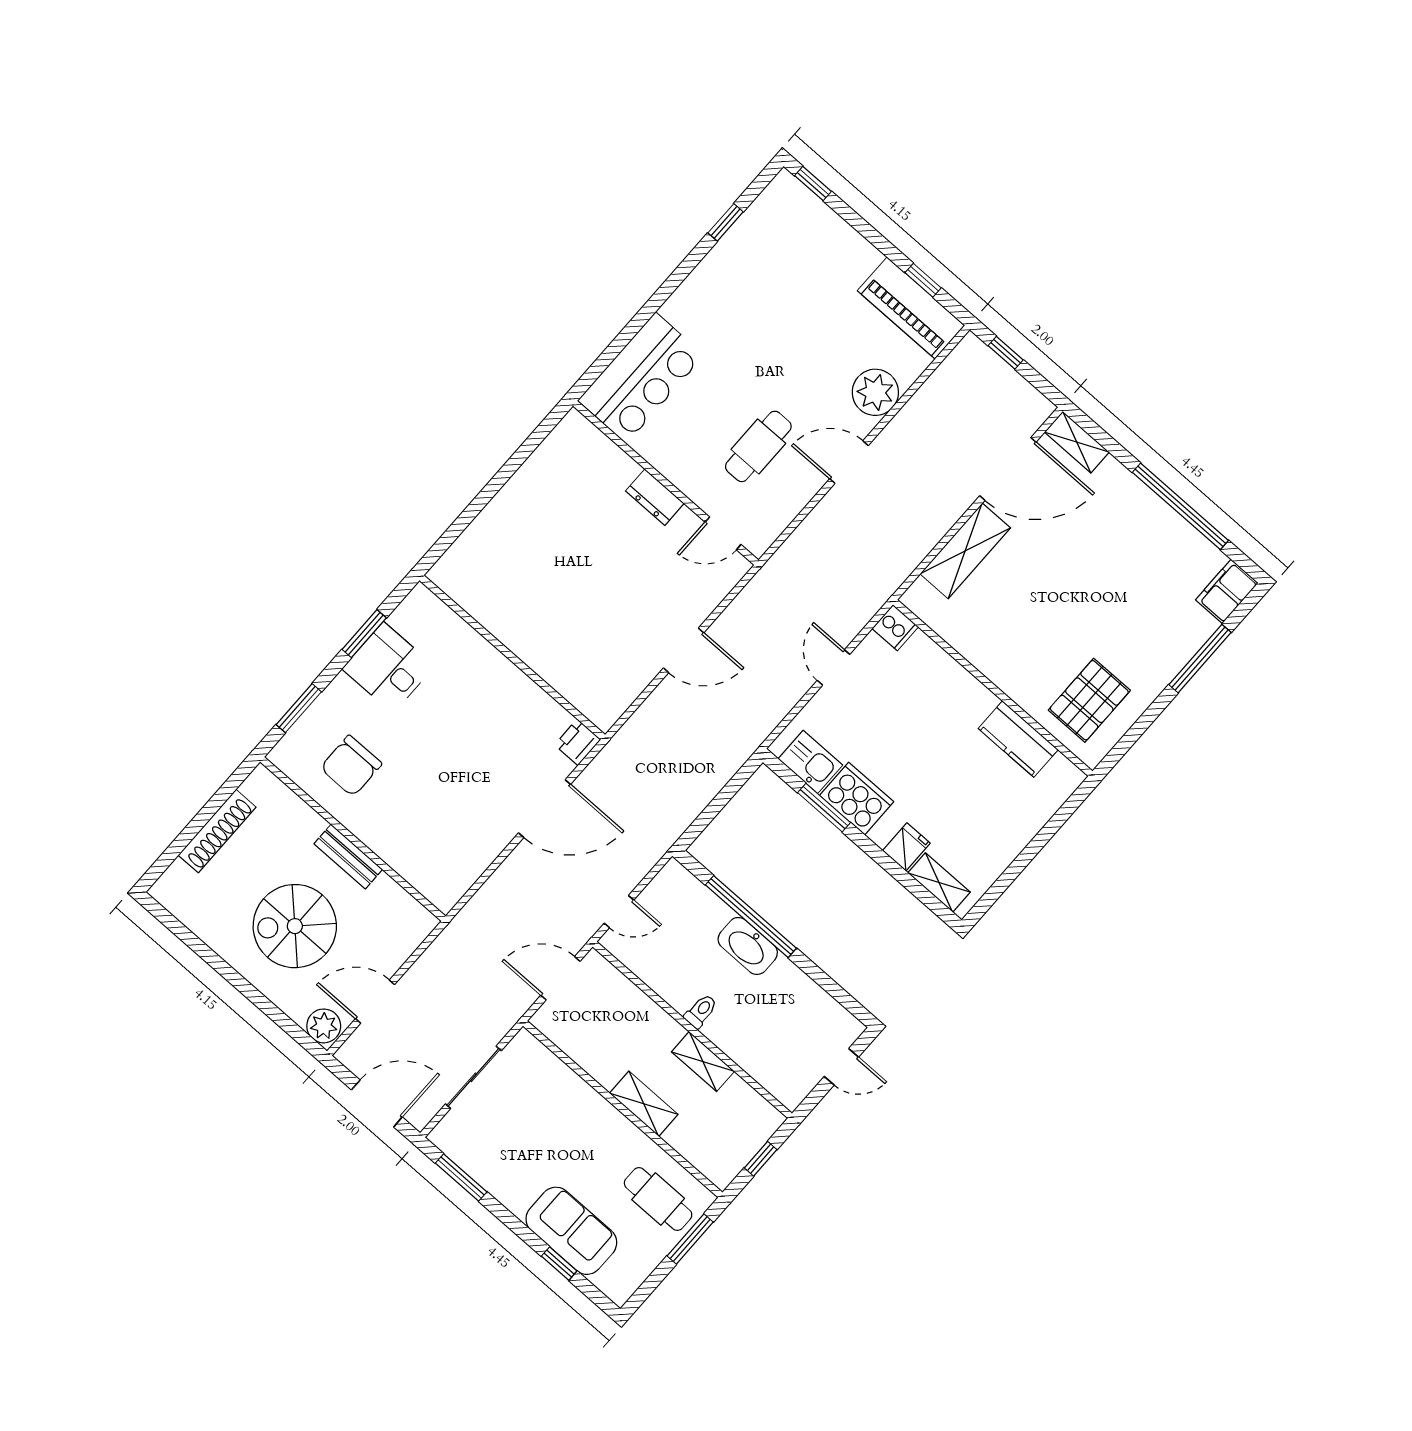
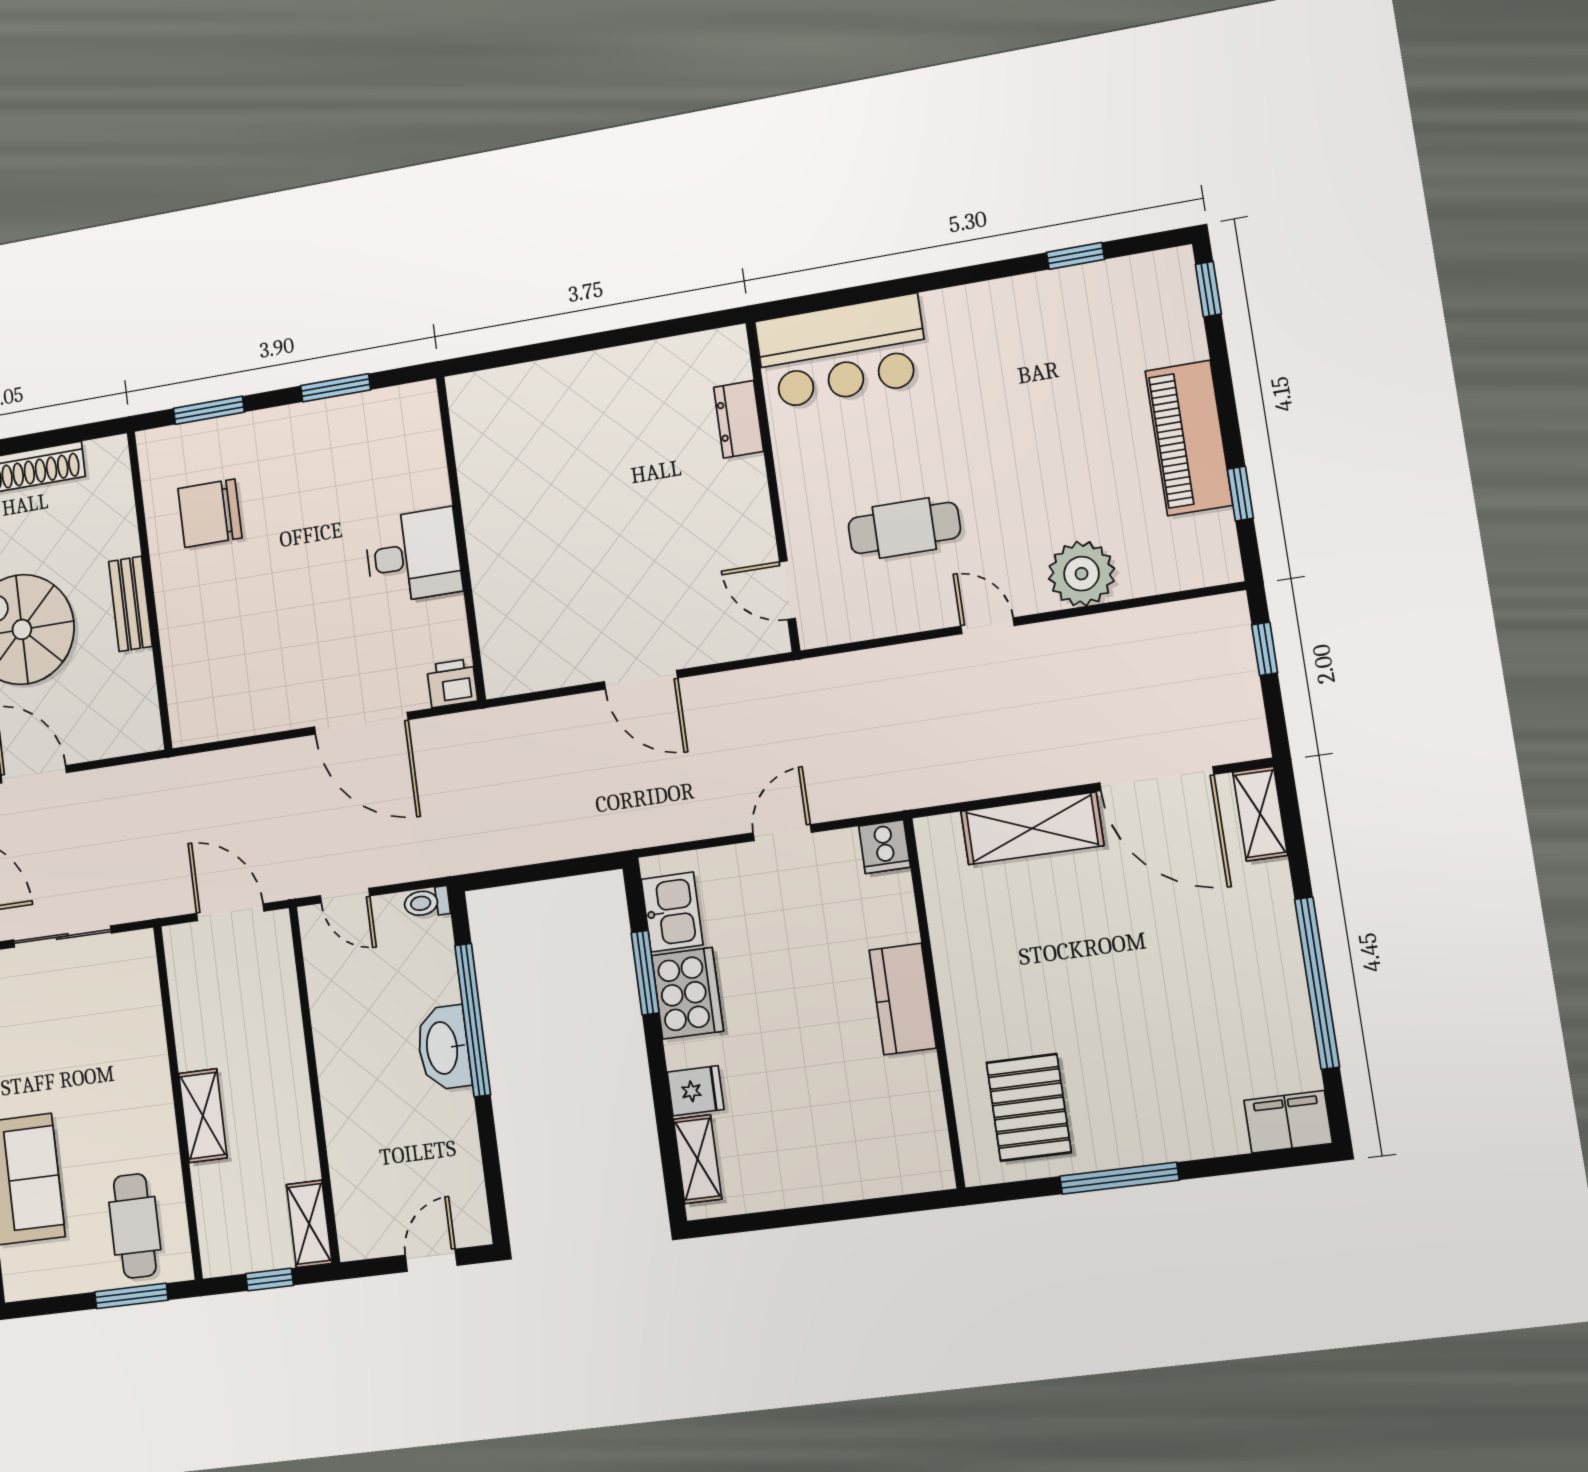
piano: (911, 308) -> (1189, 438), moved
door: (849, 462) -> (988, 626), width x0.73
dresser: (655, 497) -> (739, 419), moved
window: (1200, 659) -> (1119, 1178), moved
desk: (388, 668) -> (413, 556), moved, turned 90
pallet: (1089, 700) -> (1029, 1107), turned 90
kitchen counter: (1018, 739) -> (903, 999), moved
toilet: (701, 1011) -> (427, 902), moved, turned 180
shelving: (703, 1062) -> (309, 1224), moved
door: (841, 1067) -> (431, 1260), swing flipped

